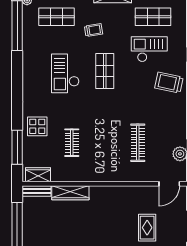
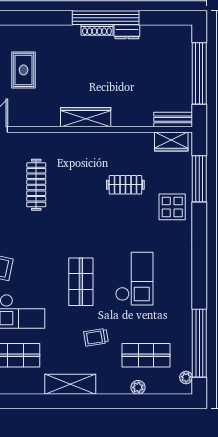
clothes rail: (72, 143) -> (125, 185), turned 90
wardrobe: (70, 193) -> (86, 117), moved

